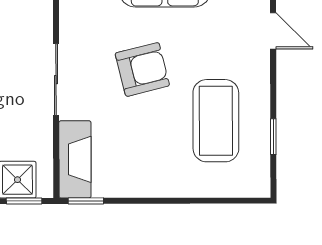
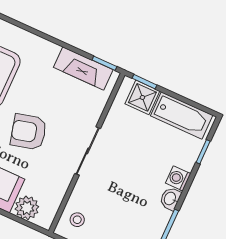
fireplace: (75, 159) -> (83, 69), moved, turned -90

